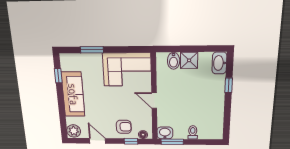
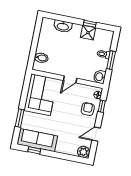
shower: (189, 60) -> (88, 33), moved
washbasin: (219, 63) -> (63, 26), moved
window: (229, 85) -> (90, 24), moved
sofa: (73, 94) -> (37, 140), moved
window: (172, 142) -> (111, 60), moved

